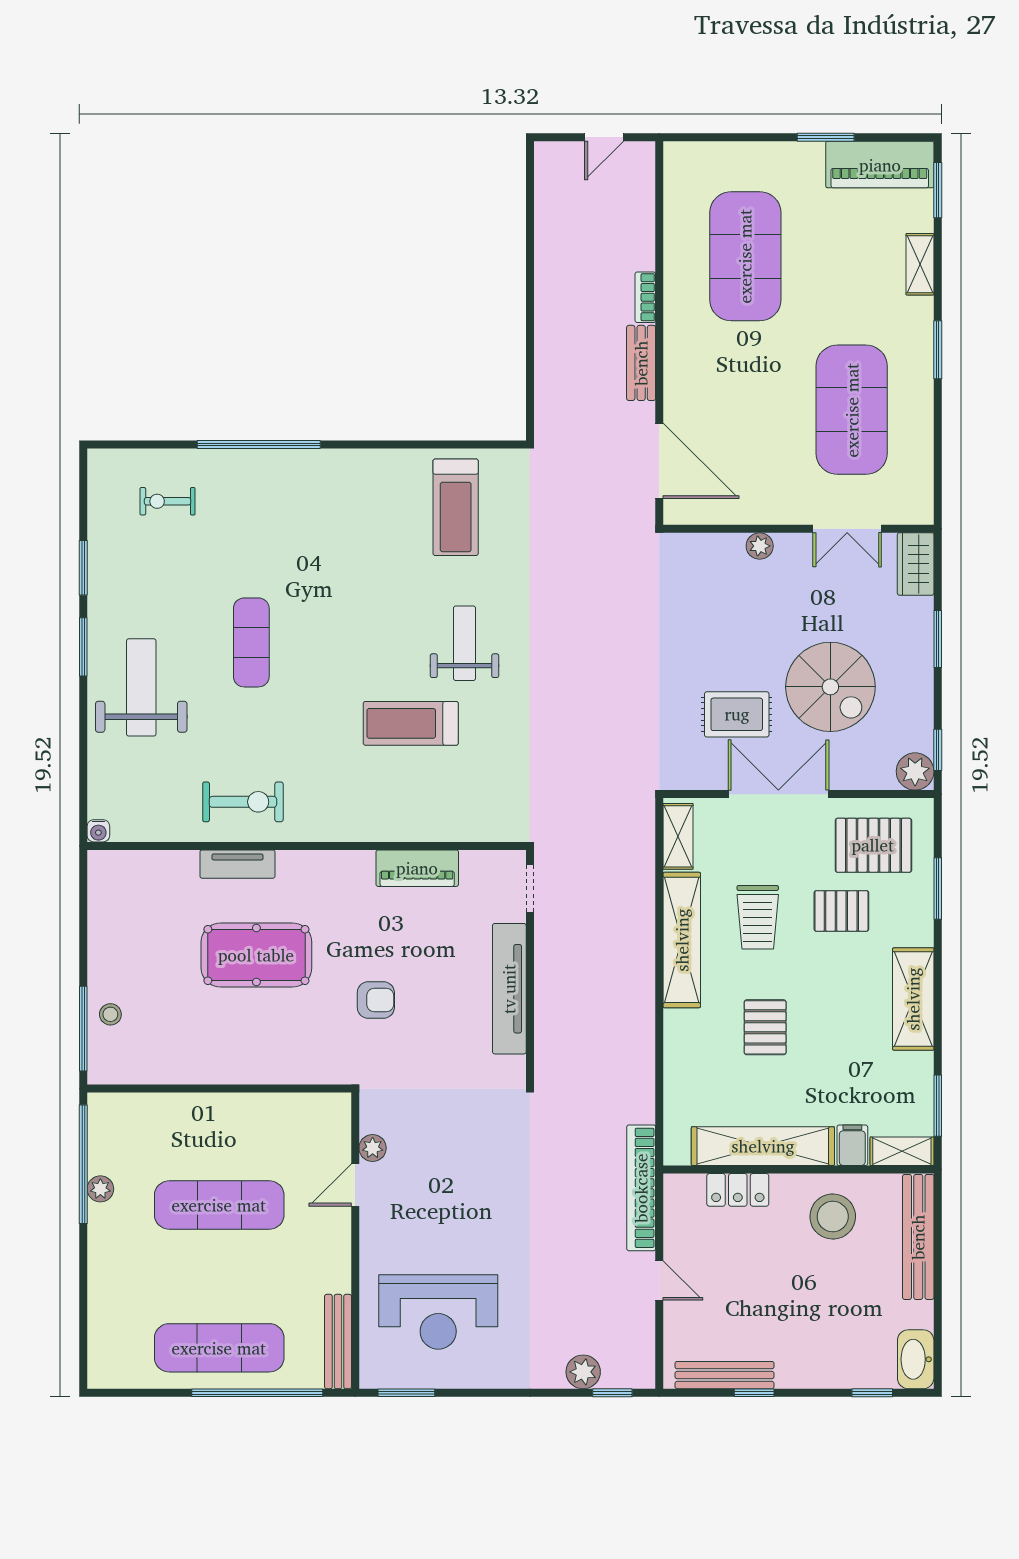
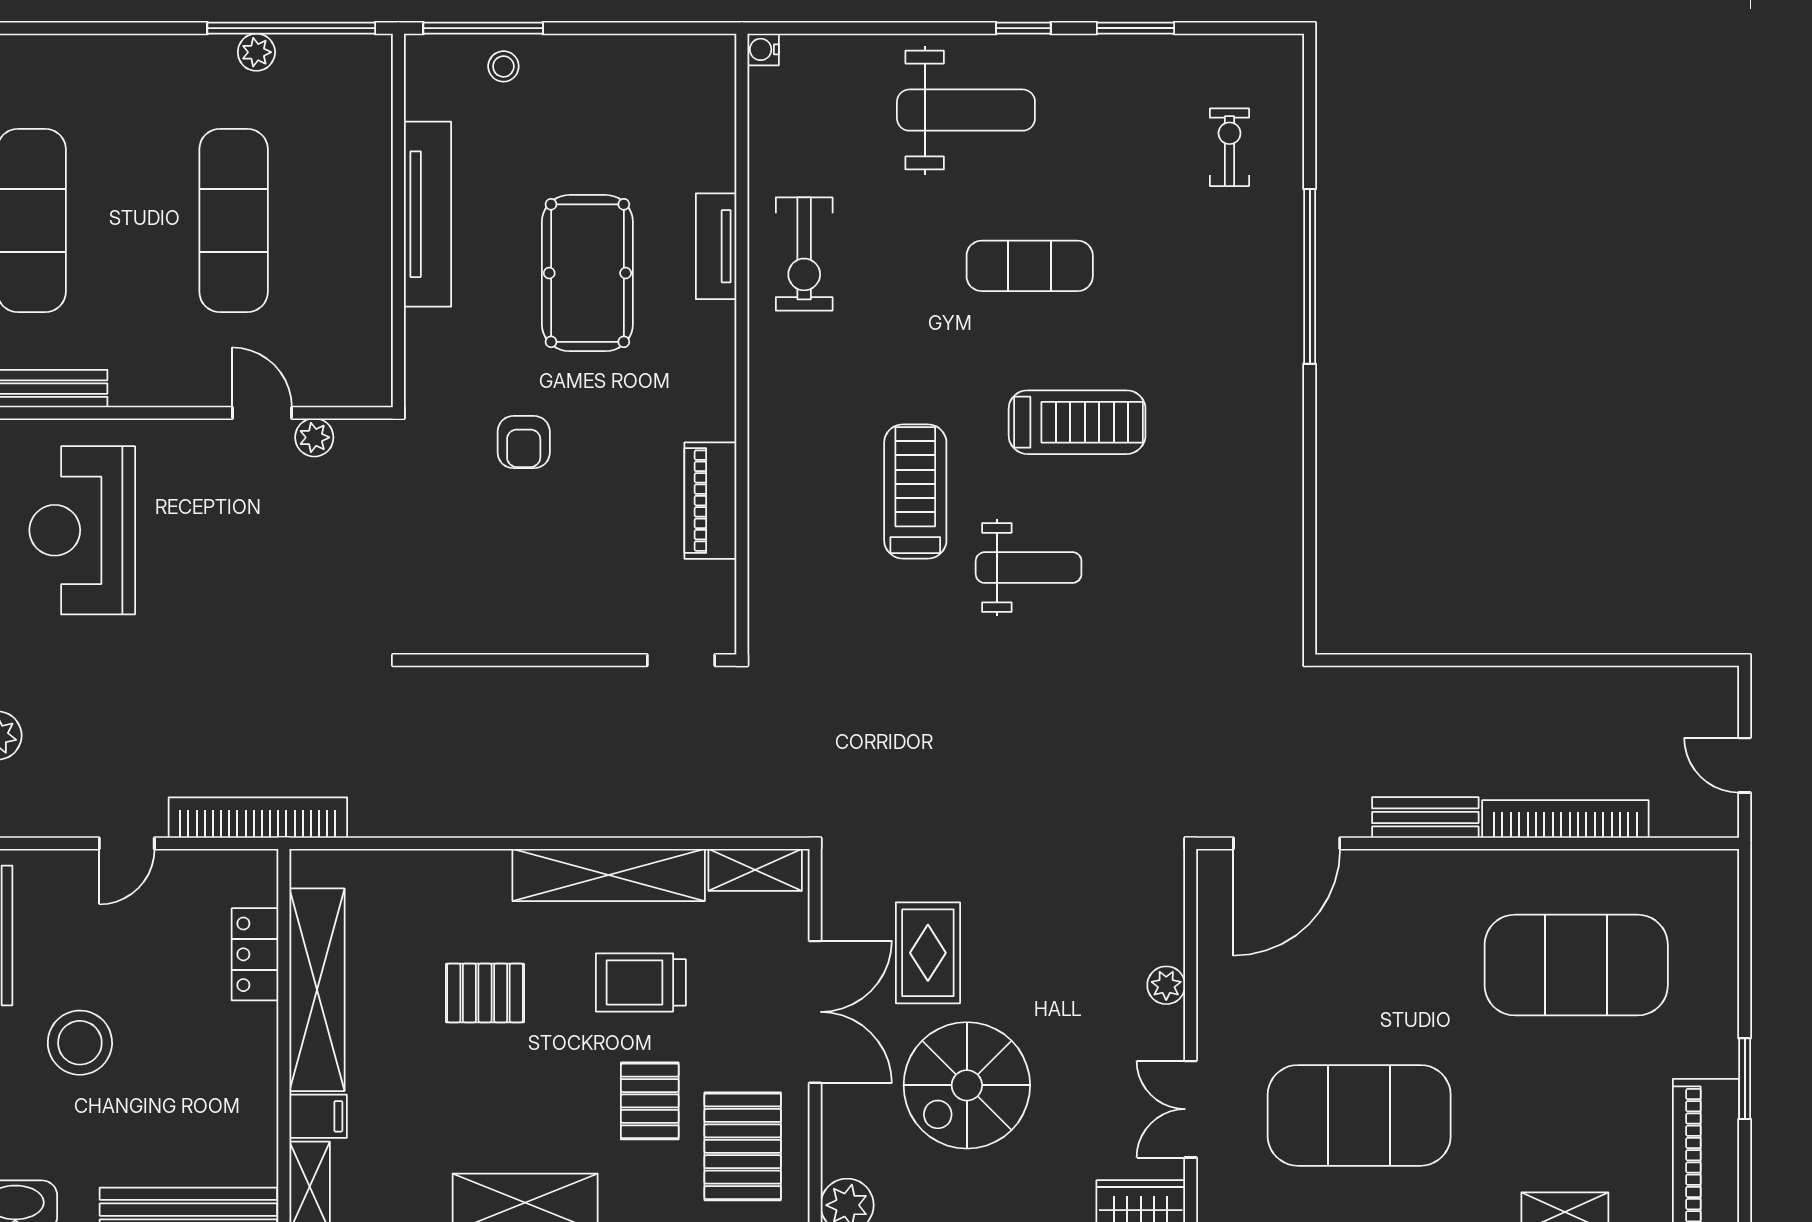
bookcase: (645, 297) -> (1565, 819), width x2.31, depth x1.31
treadmill: (456, 507) -> (1077, 422), moved, turned 180
window: (83, 647) -> (1023, 28), width x0.67
tv unit: (509, 989) -> (427, 214), moved, turned 90
stool: (833, 1217) -> (80, 1043), moved

